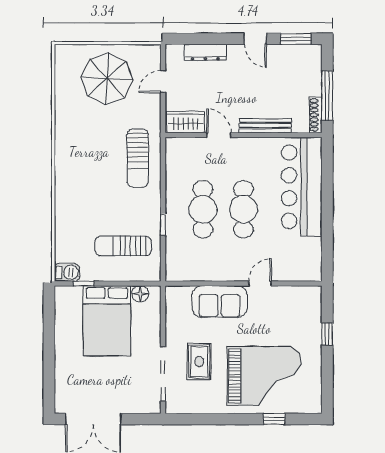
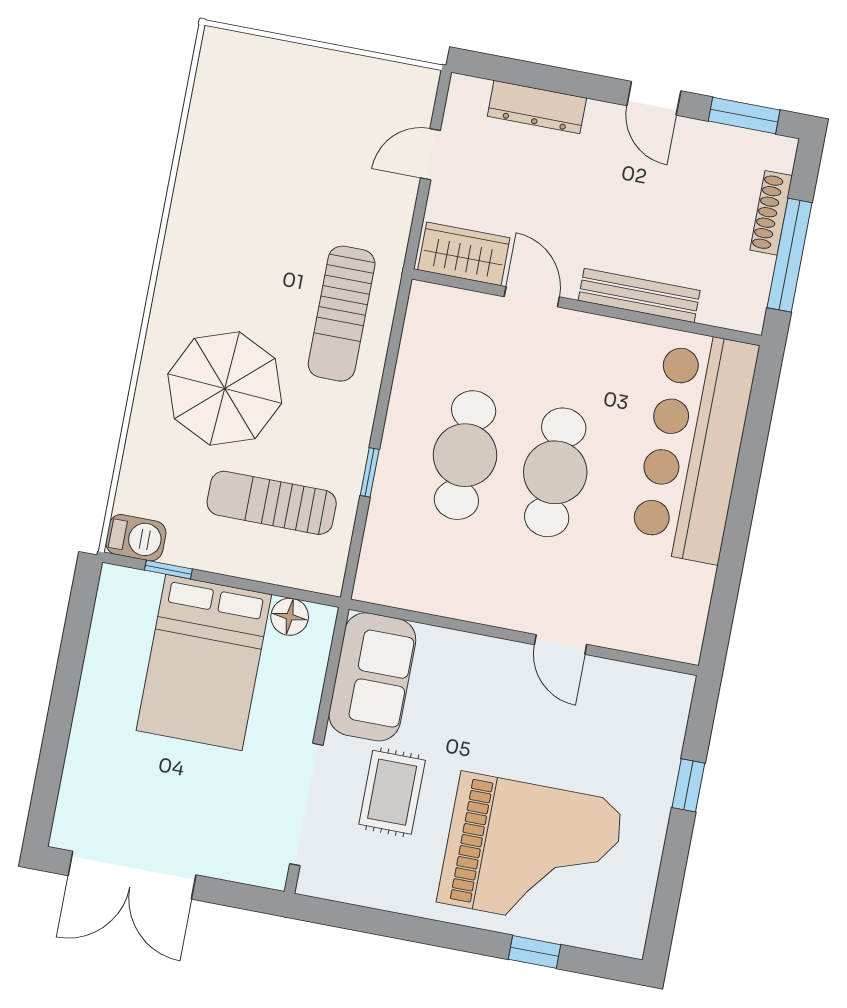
parasol: (107, 79) -> (225, 389), moved
shoe rack: (316, 115) -> (771, 213), moved
door: (260, 283) -> (561, 644), swing flipped
sofa: (220, 302) -> (372, 677), moved, turned -90

